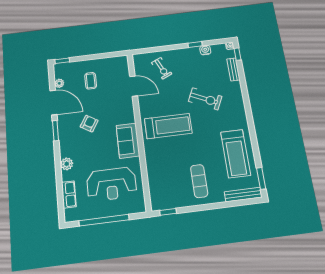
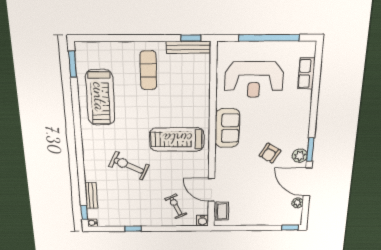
water cooler: (205, 50) -> (202, 221), moved
coffee table: (91, 81) -> (222, 211), moved
treadmill: (236, 154) -> (100, 97), turned 180
plant: (67, 164) -> (300, 156), moved
reception desk: (112, 184) -> (254, 80), turned 180
bench: (243, 195) -> (188, 47), moved

